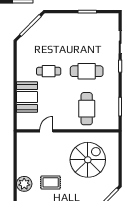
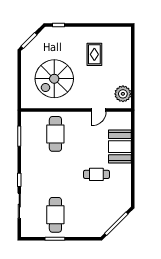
cafe table: (87, 71) -> (55, 215), moved, turned 90
rug: (51, 182) -> (94, 54), turned 90
plant: (24, 184) -> (123, 94), moved

